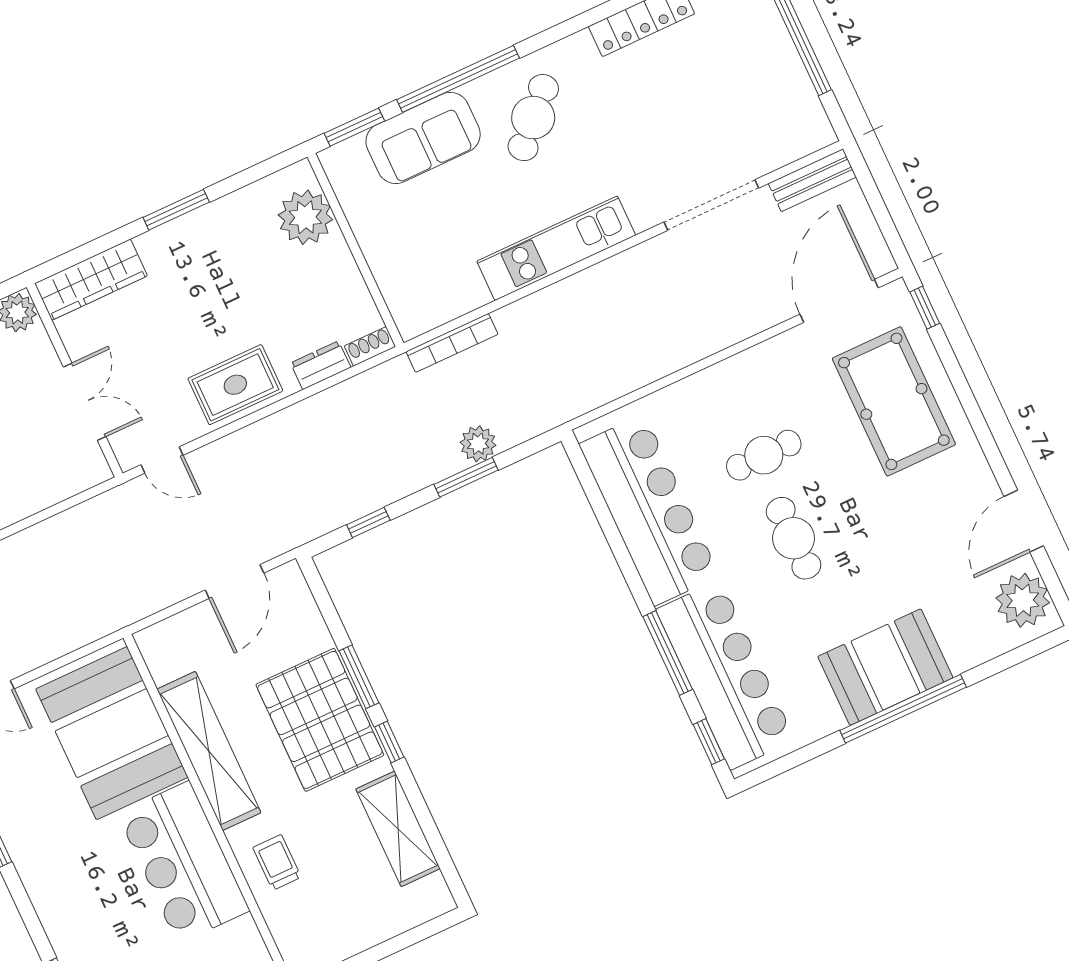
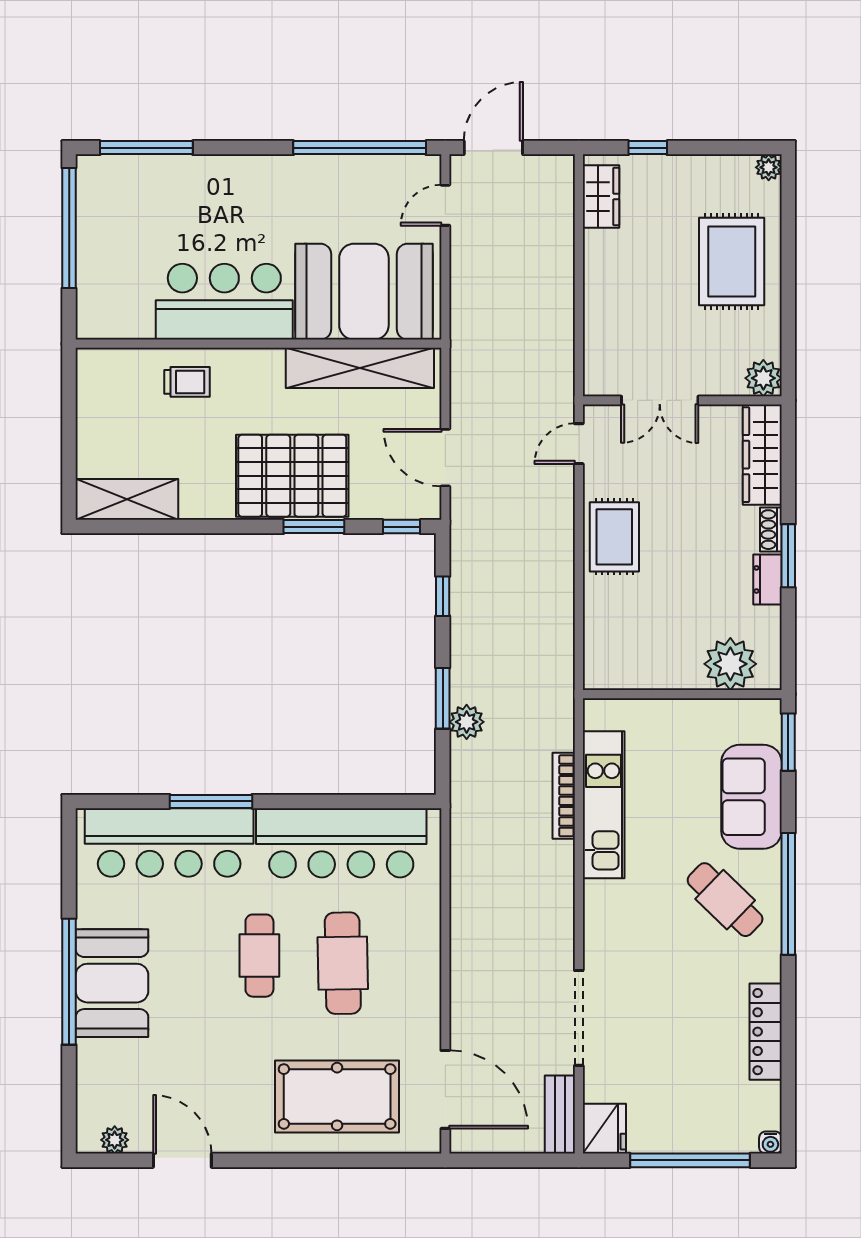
window: (458, 79) -> (788, 894), moved
fridge: (806, 131) -> (604, 1129), added
kitchen unit: (556, 248) -> (604, 805), moved
window: (925, 308) -> (405, 1160), removed
bookcase: (452, 343) -> (564, 796), moved
shoe rack: (370, 346) -> (771, 530), moved, turned 180
dresser: (321, 365) -> (767, 579), moved, turned 180
cafe table: (764, 455) -> (343, 963), width x1.37, depth x1.35
cafe table: (794, 538) -> (259, 956), turned 90
plant: (1023, 600) -> (115, 1140), width x0.53, depth x0.53
window: (389, 742) -> (401, 527), moved
window: (709, 742) -> (118, 801), removed
shelving: (209, 751) -> (360, 368), moved
shelving: (398, 829) -> (127, 499), moved

